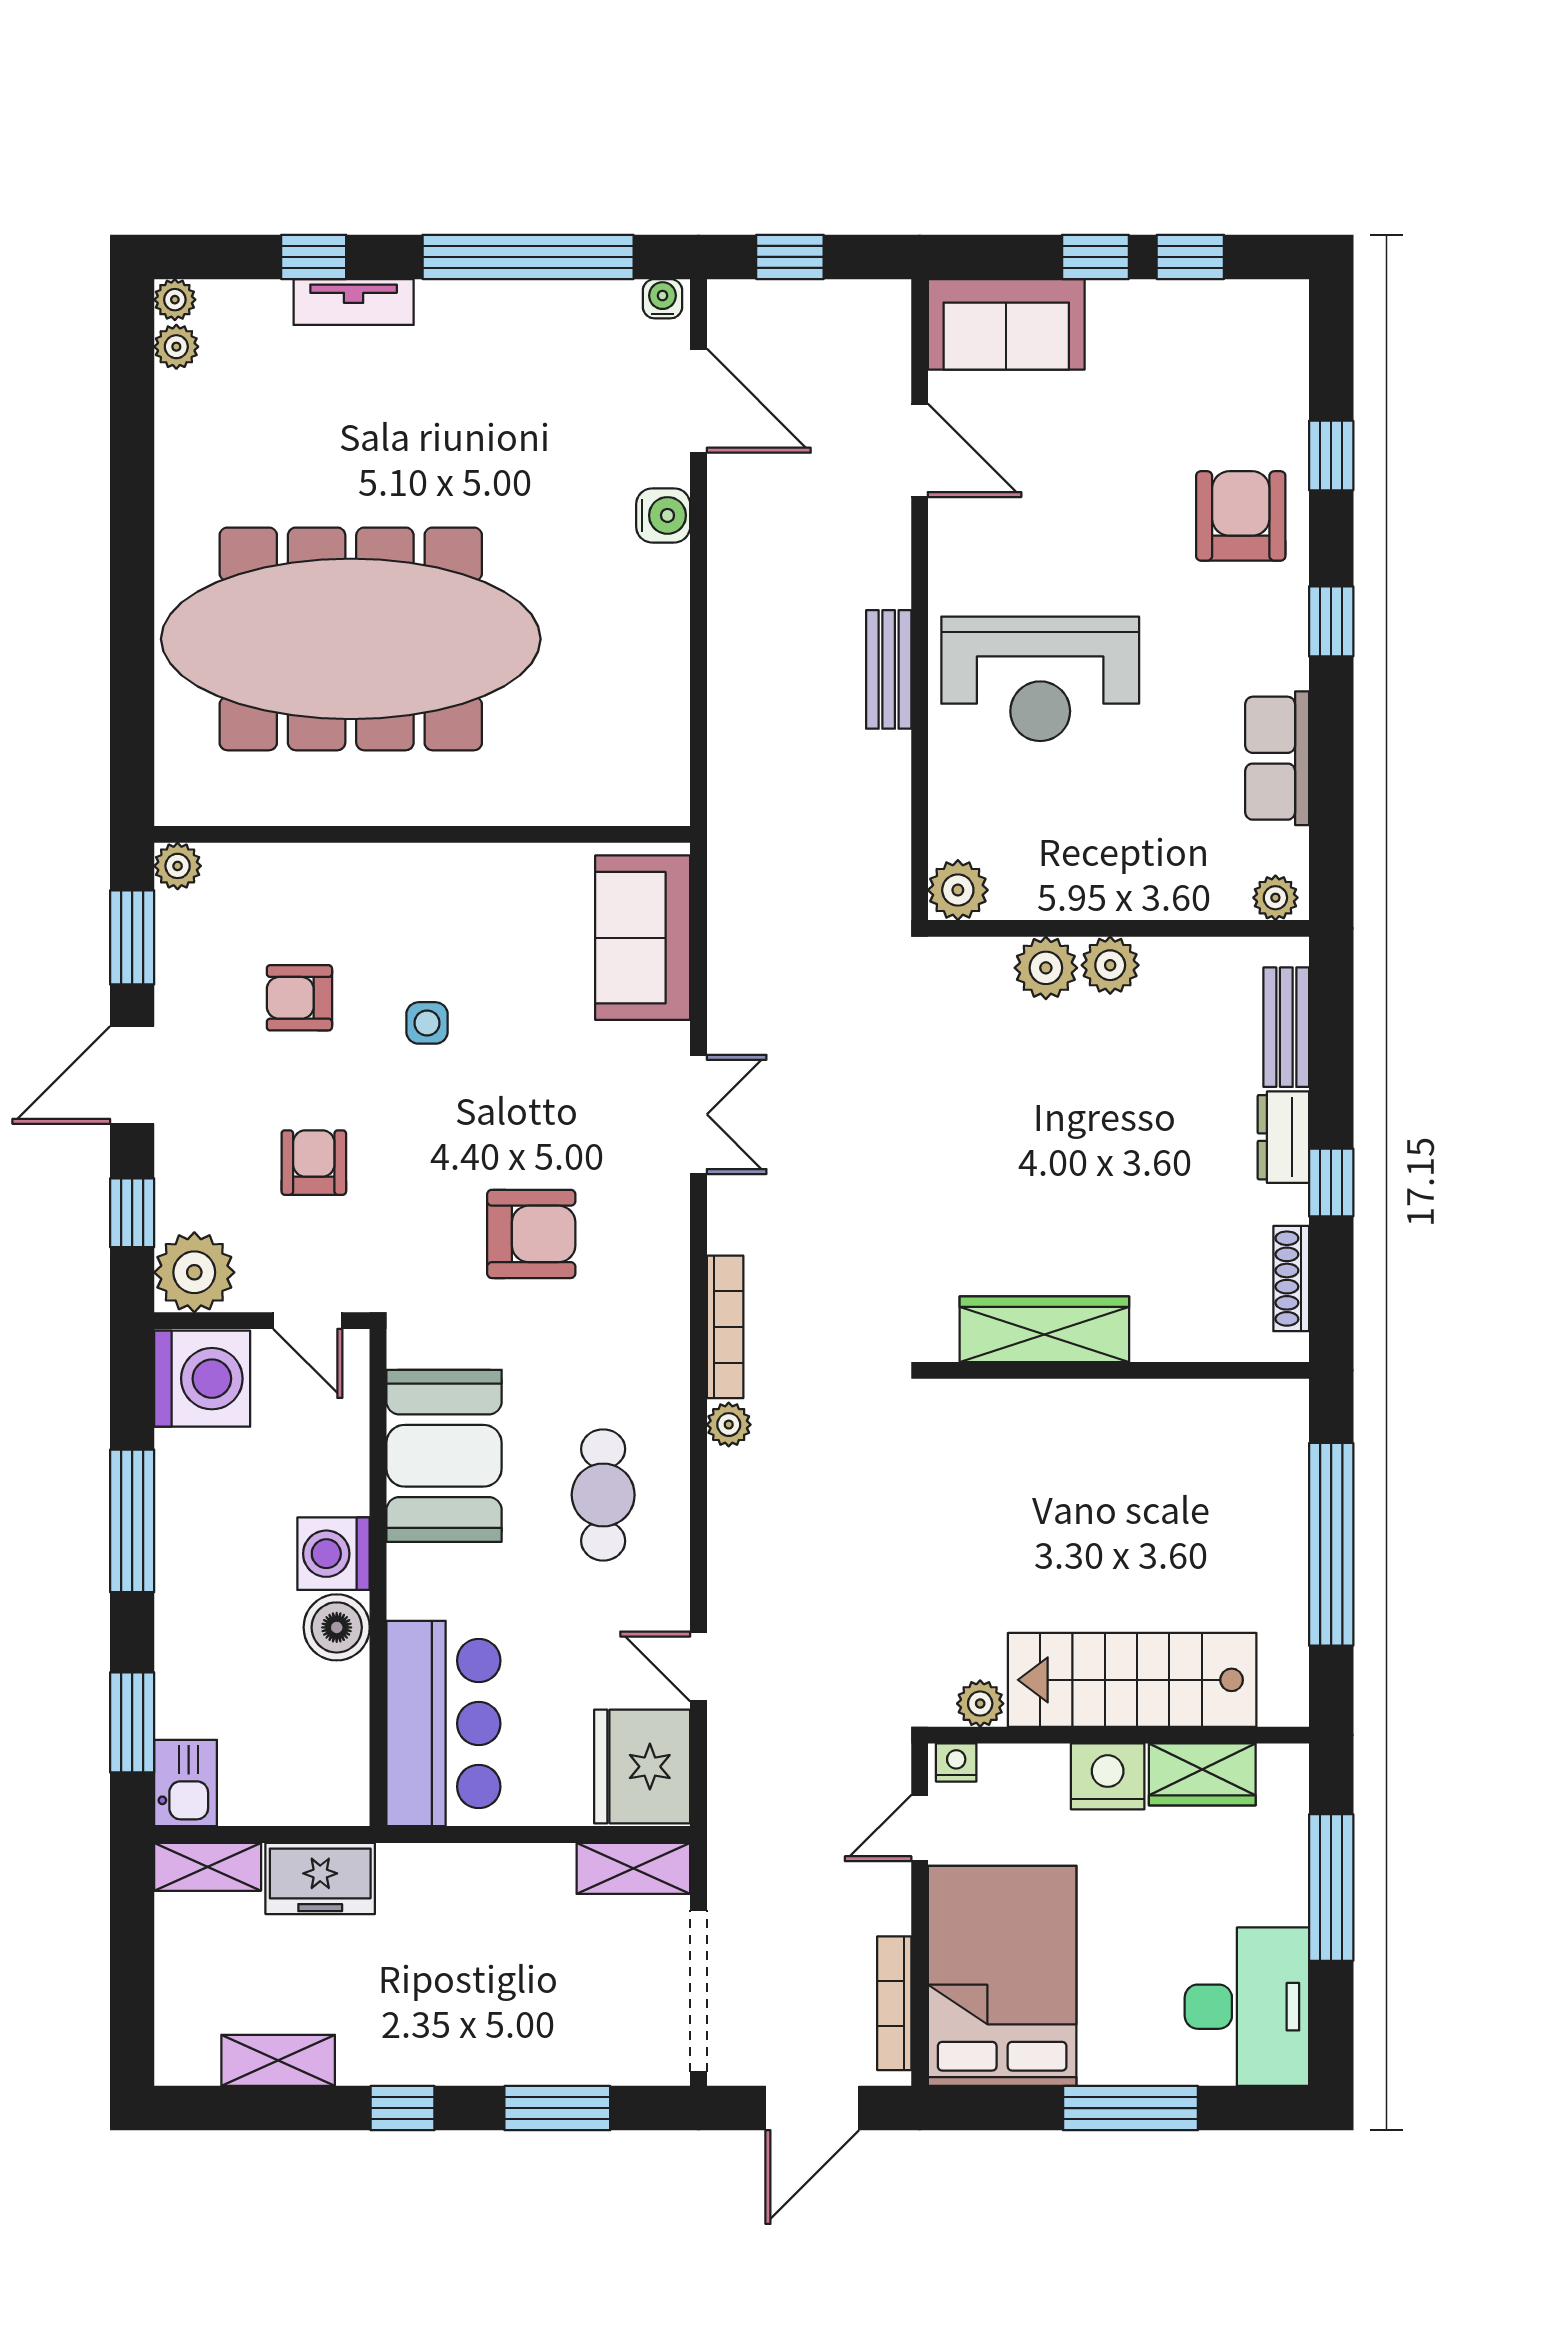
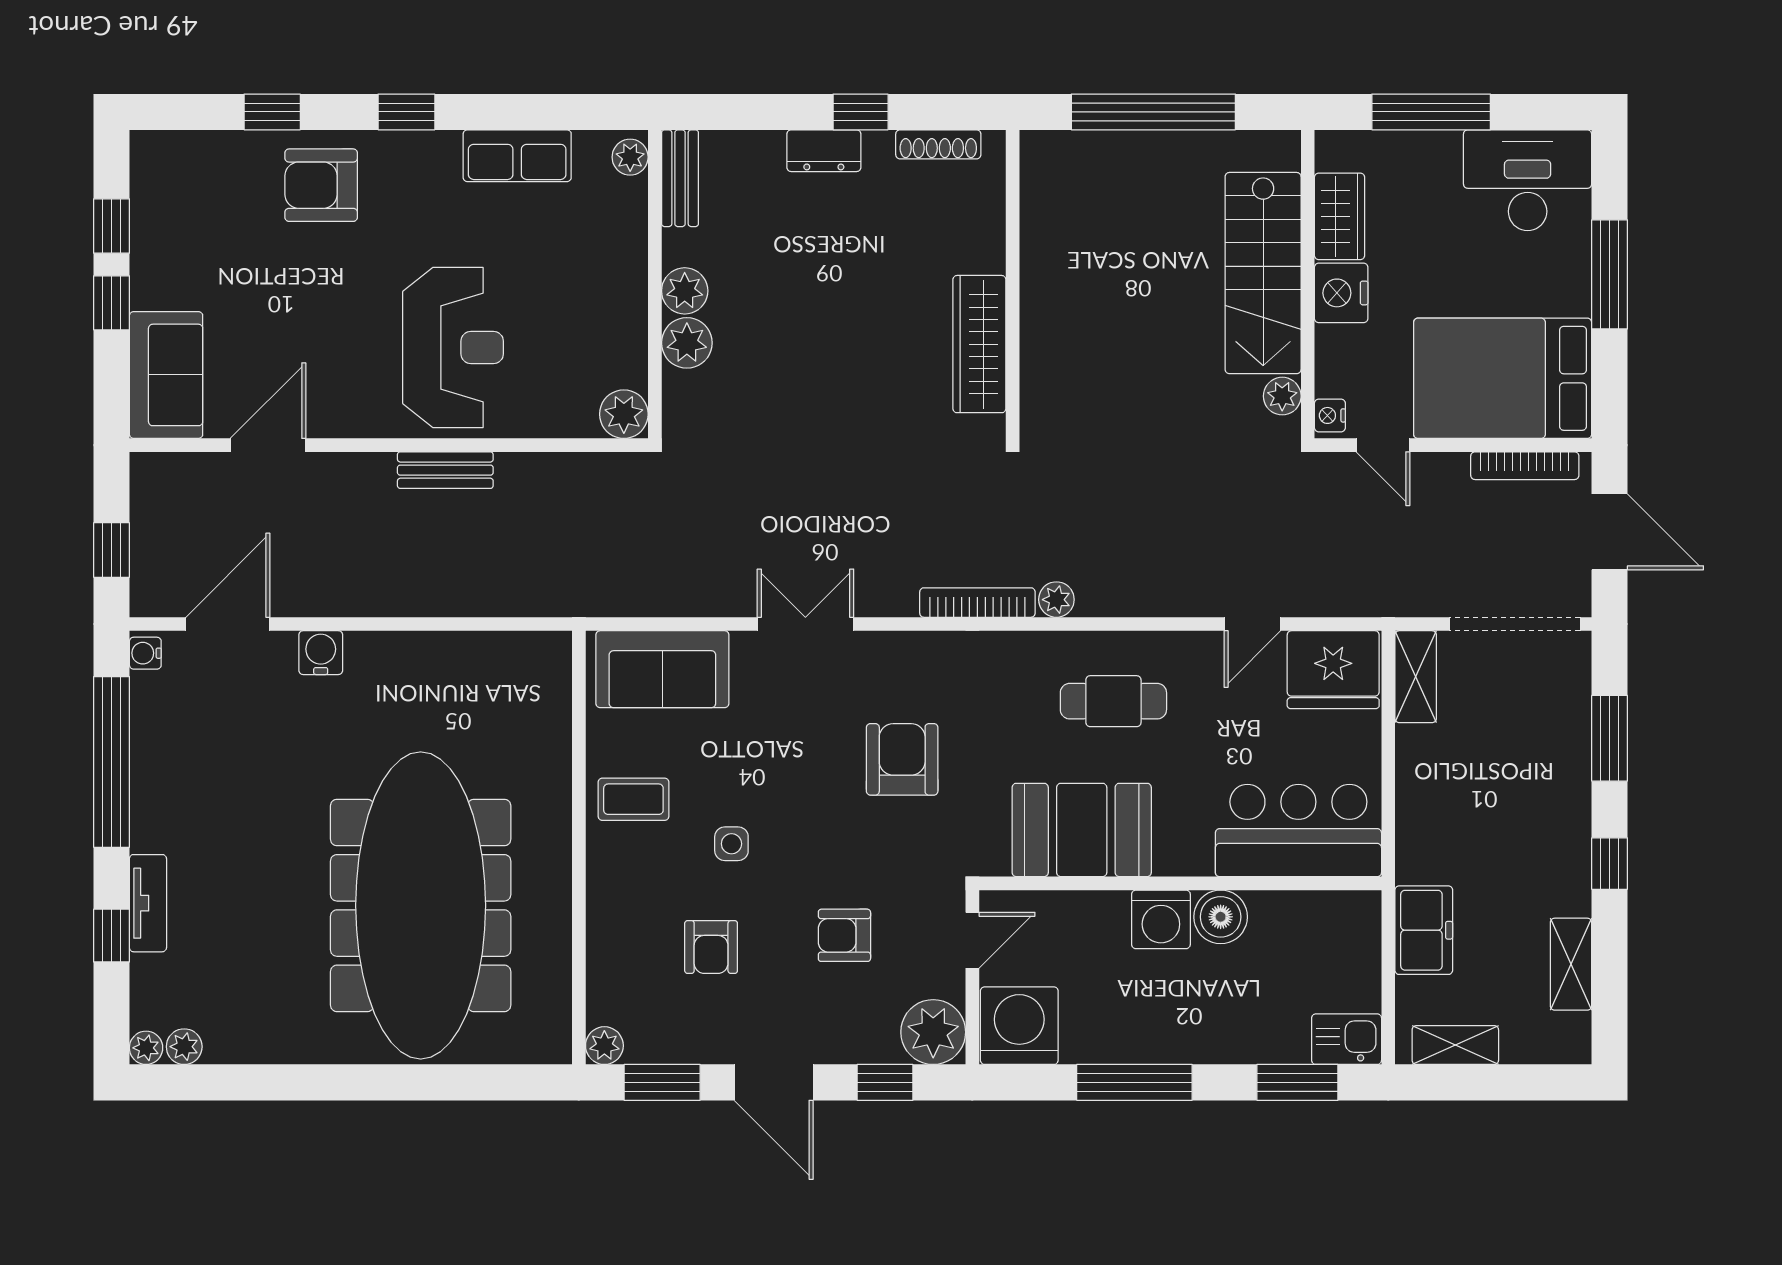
coffee table: (482, 902) -> (633, 799), added
bench: (1286, 1027) -> (680, 178), moved, turned 90
shelving: (208, 1867) -> (1455, 1045), moved, turned 90

